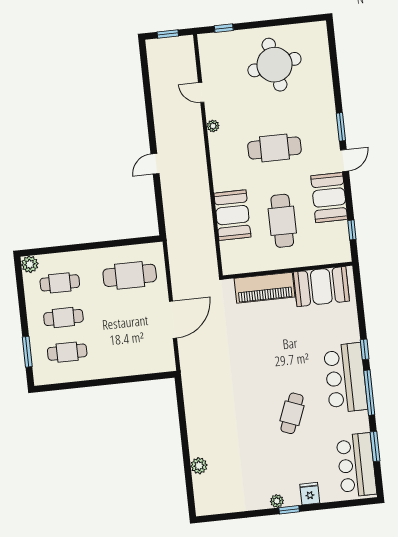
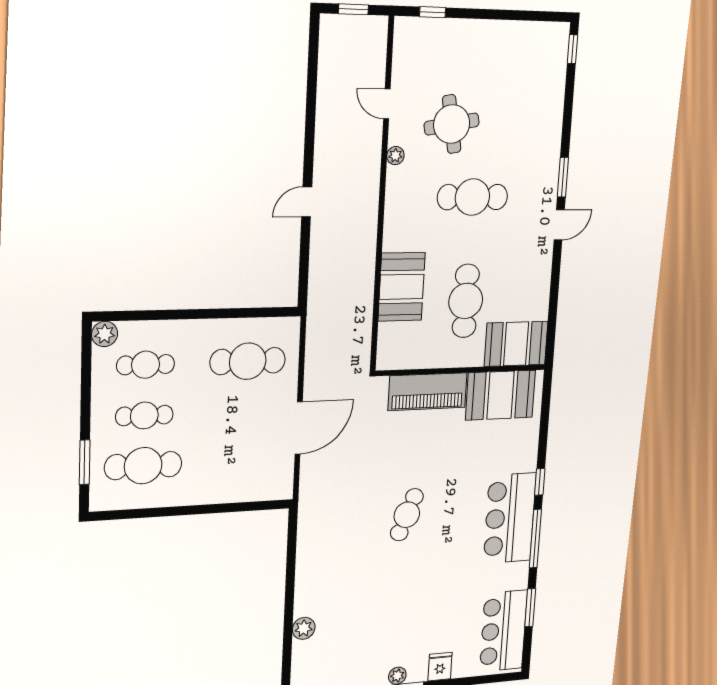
round table: (274, 65) -> (452, 124), moved, width x0.73, depth x0.73
booth: (329, 198) -> (516, 344), moved, turned 90
window: (352, 230) -> (573, 49), moved
cafe table: (67, 352) -> (143, 466), width x1.37, depth x1.35
cafe table: (292, 413) -> (407, 515), moved

